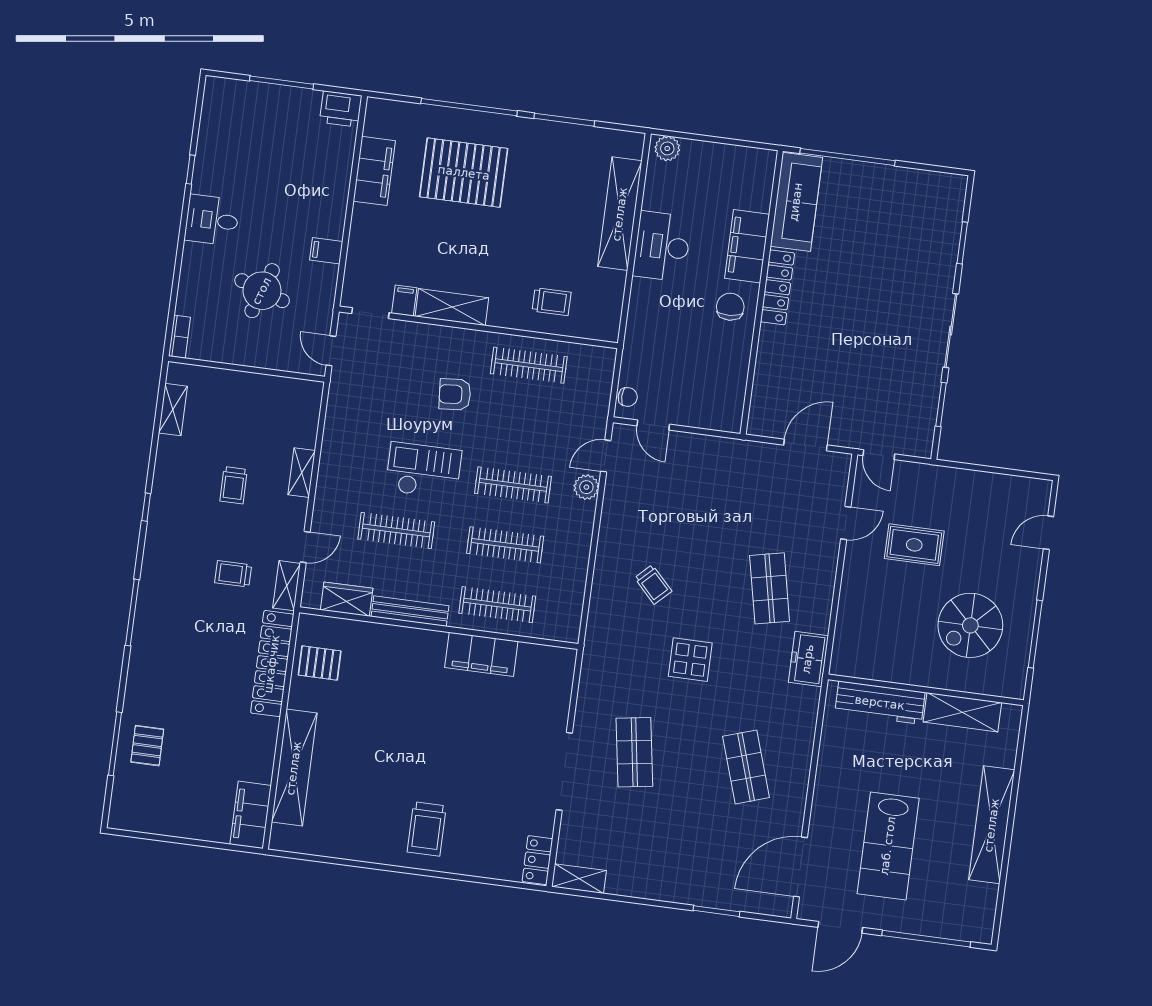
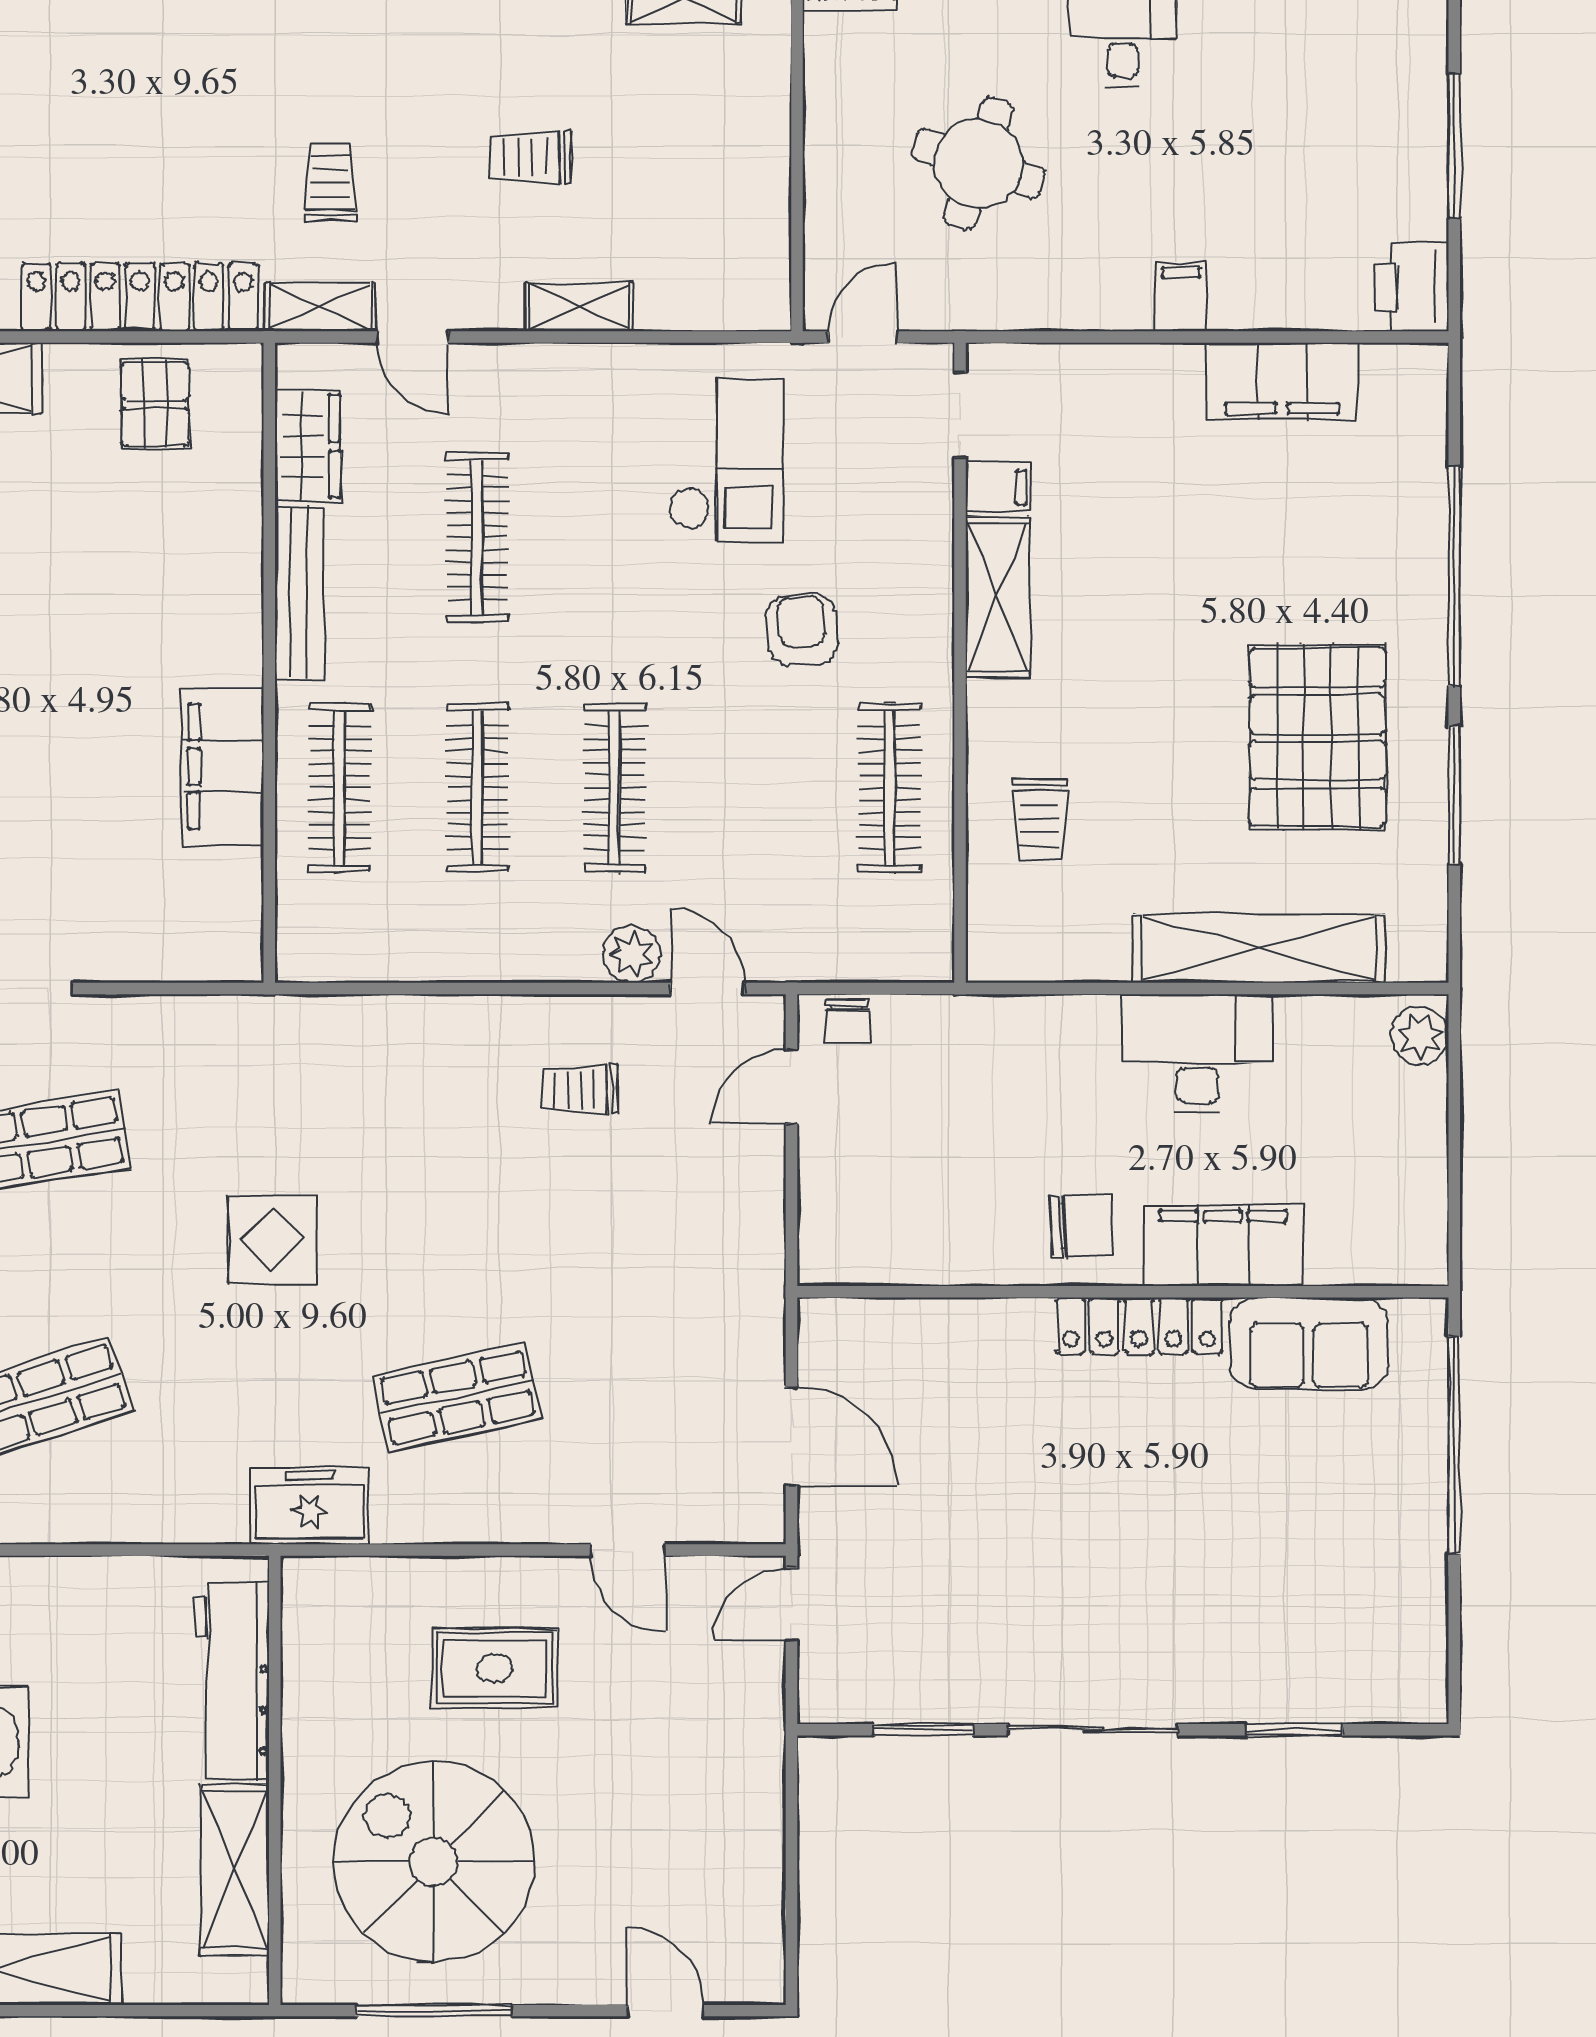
pallet: (464, 173) -> (1318, 737), moved
sofa: (796, 202) -> (1309, 1343), width x0.73
filing cabinet: (326, 251) -> (1181, 297), moved
checkout: (424, 471) -> (726, 461), moved
rug: (914, 545) -> (494, 1668), moved, turned 90
trolley: (653, 584) -> (579, 1090), moved, turned 43
spiral stairs: (970, 625) -> (433, 1862), width x1.37, depth x1.37

